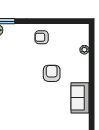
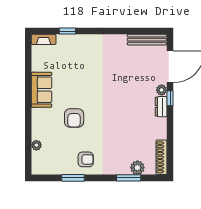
window: (53, 21) -> (73, 178), added

